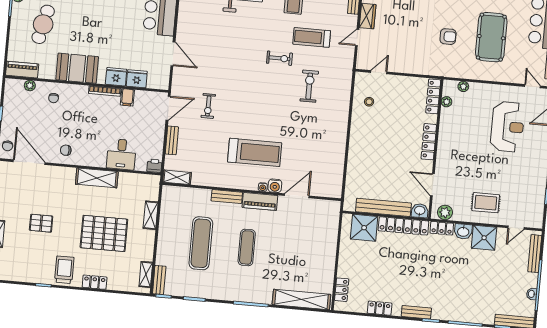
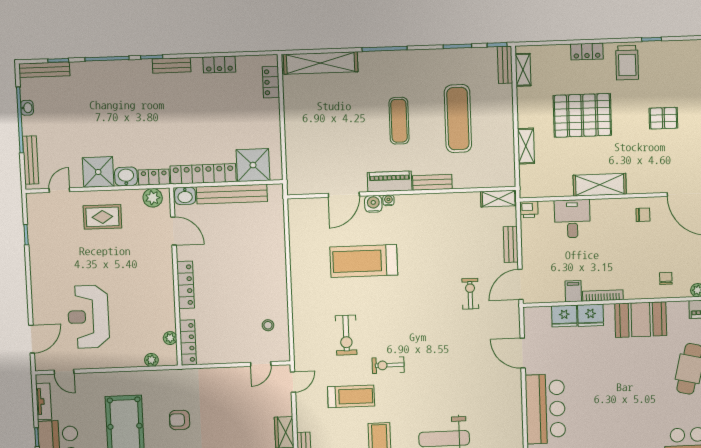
door: (357, 37) -> (293, 382), moved
treadmill: (255, 152) -> (364, 261), moved

